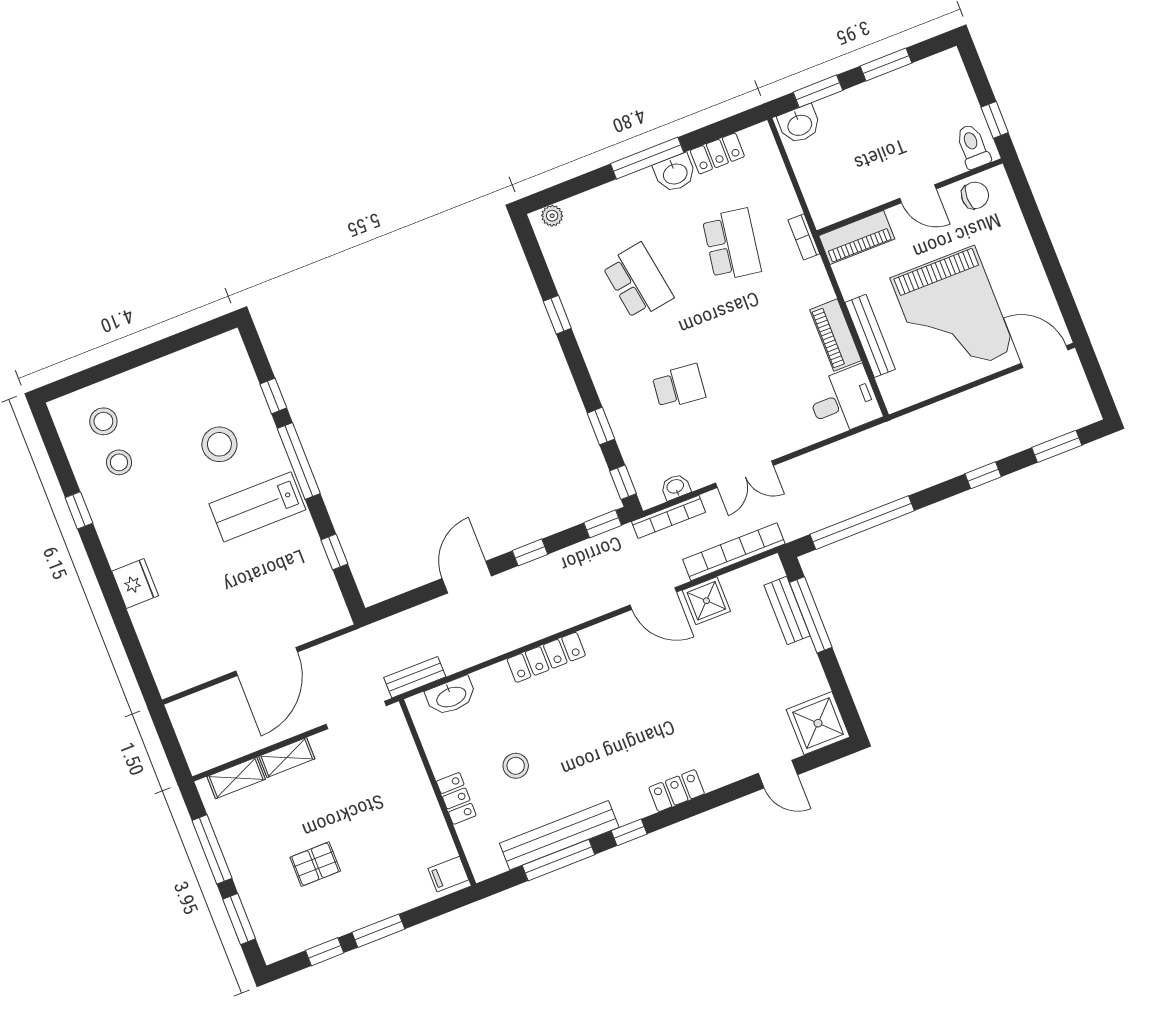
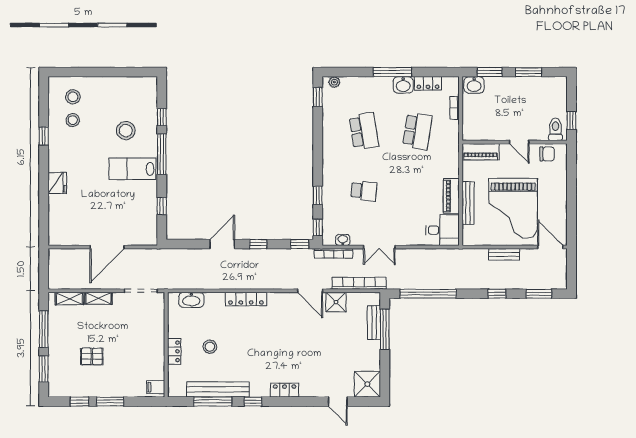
bookcase: (804, 237) -> (455, 108), moved
window: (557, 315) -> (318, 97), moved
bench: (415, 677) -> (504, 254), moved

